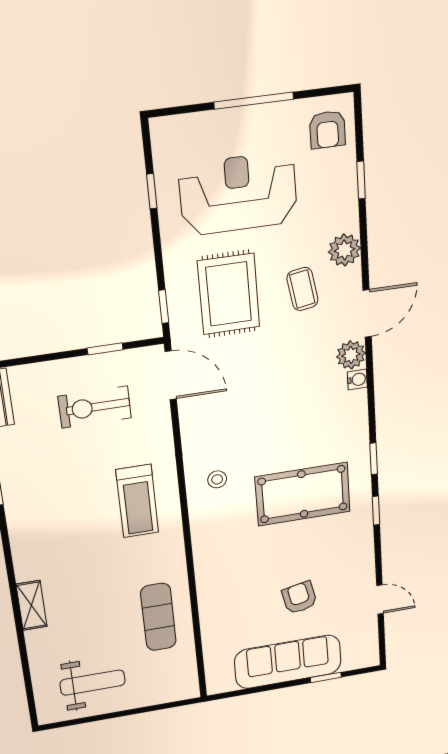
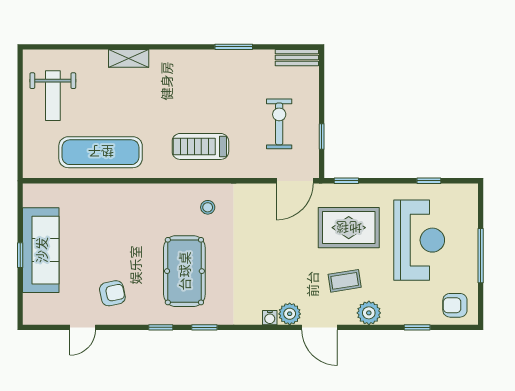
armchair: (299, 598) -> (112, 293), moved
exercise mat: (158, 617) -> (101, 152), width x1.36, depth x1.45
window: (326, 677) -> (20, 255), moved

